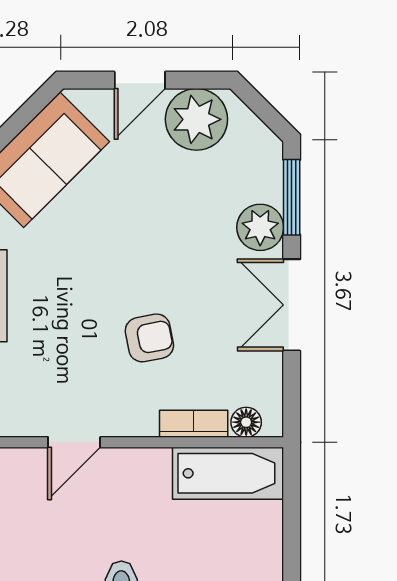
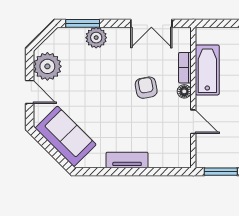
double door: (292, 305) -> (151, 23), moved
floor lamp: (246, 422) -> (184, 91), moved
bathtub: (228, 473) -> (207, 70), moved

